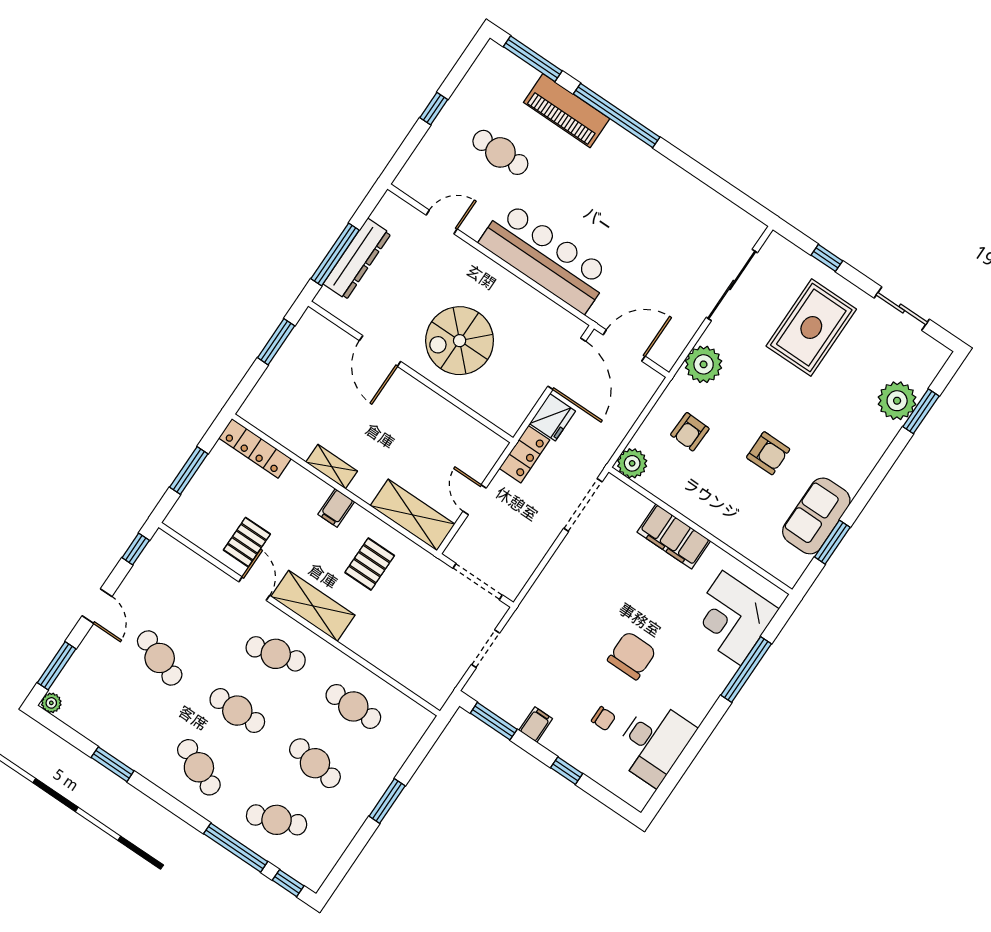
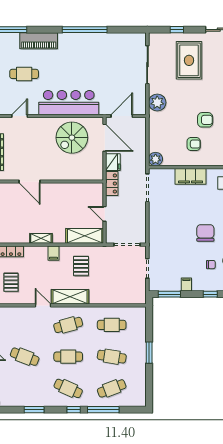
window: (617, 116) -> (85, 30), moved
spiral stairs: (460, 341) -> (72, 138), moved
armchair: (690, 432) -> (194, 144), moved, turned -92
pallet: (247, 542) -> (11, 282), moved
window: (288, 883) -> (74, 410), moved

